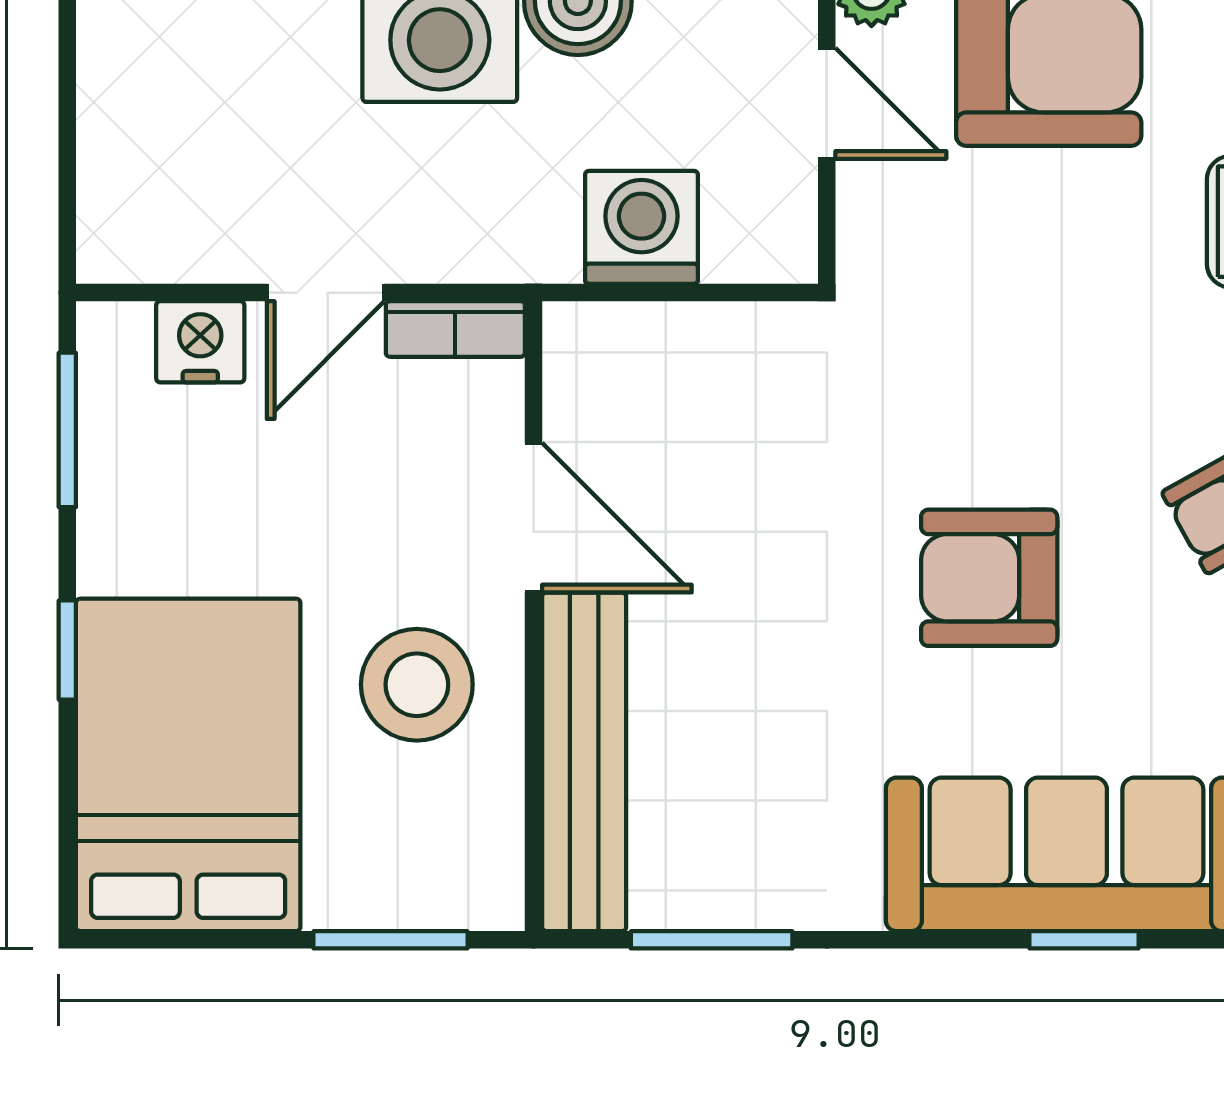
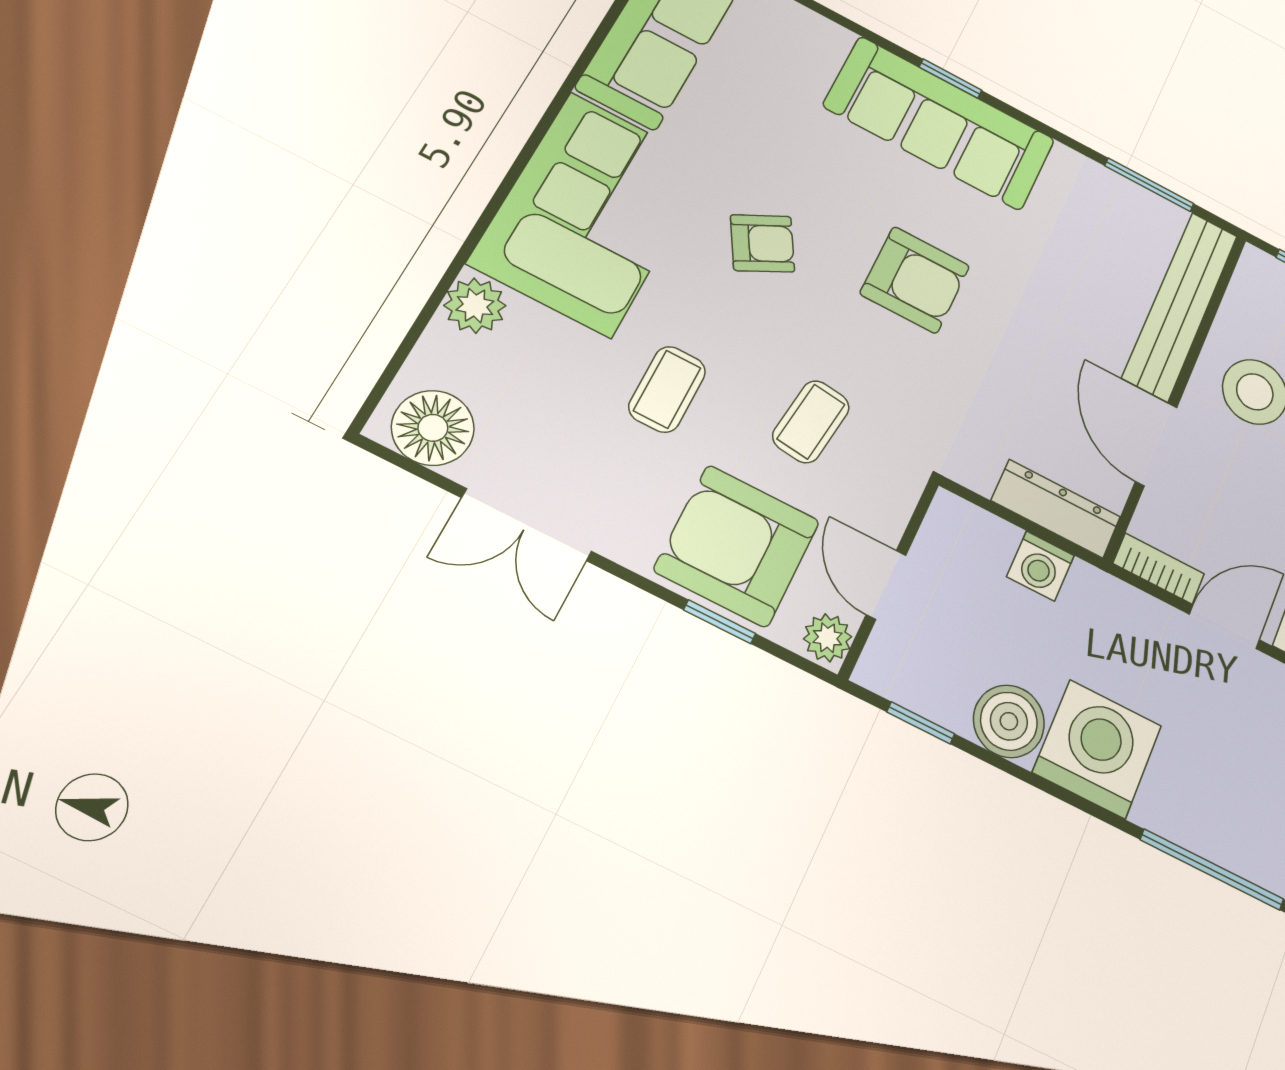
washing machine: (642, 227) -> (1040, 566), width x0.73, depth x0.73
coffee table: (1034, 281) -> (811, 422), added
dresser: (639, 339) -> (1056, 509), added

